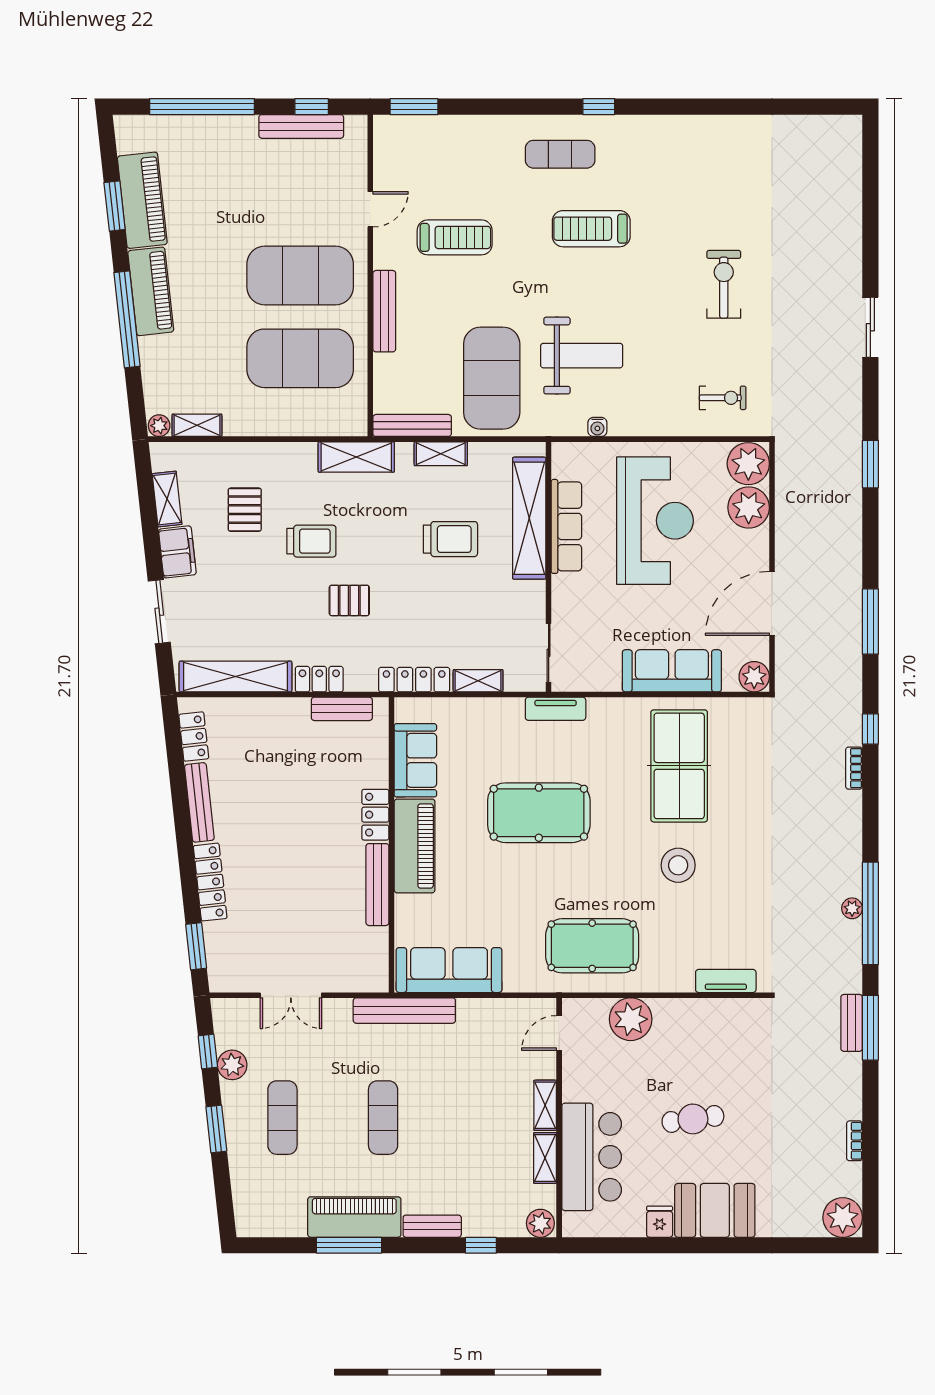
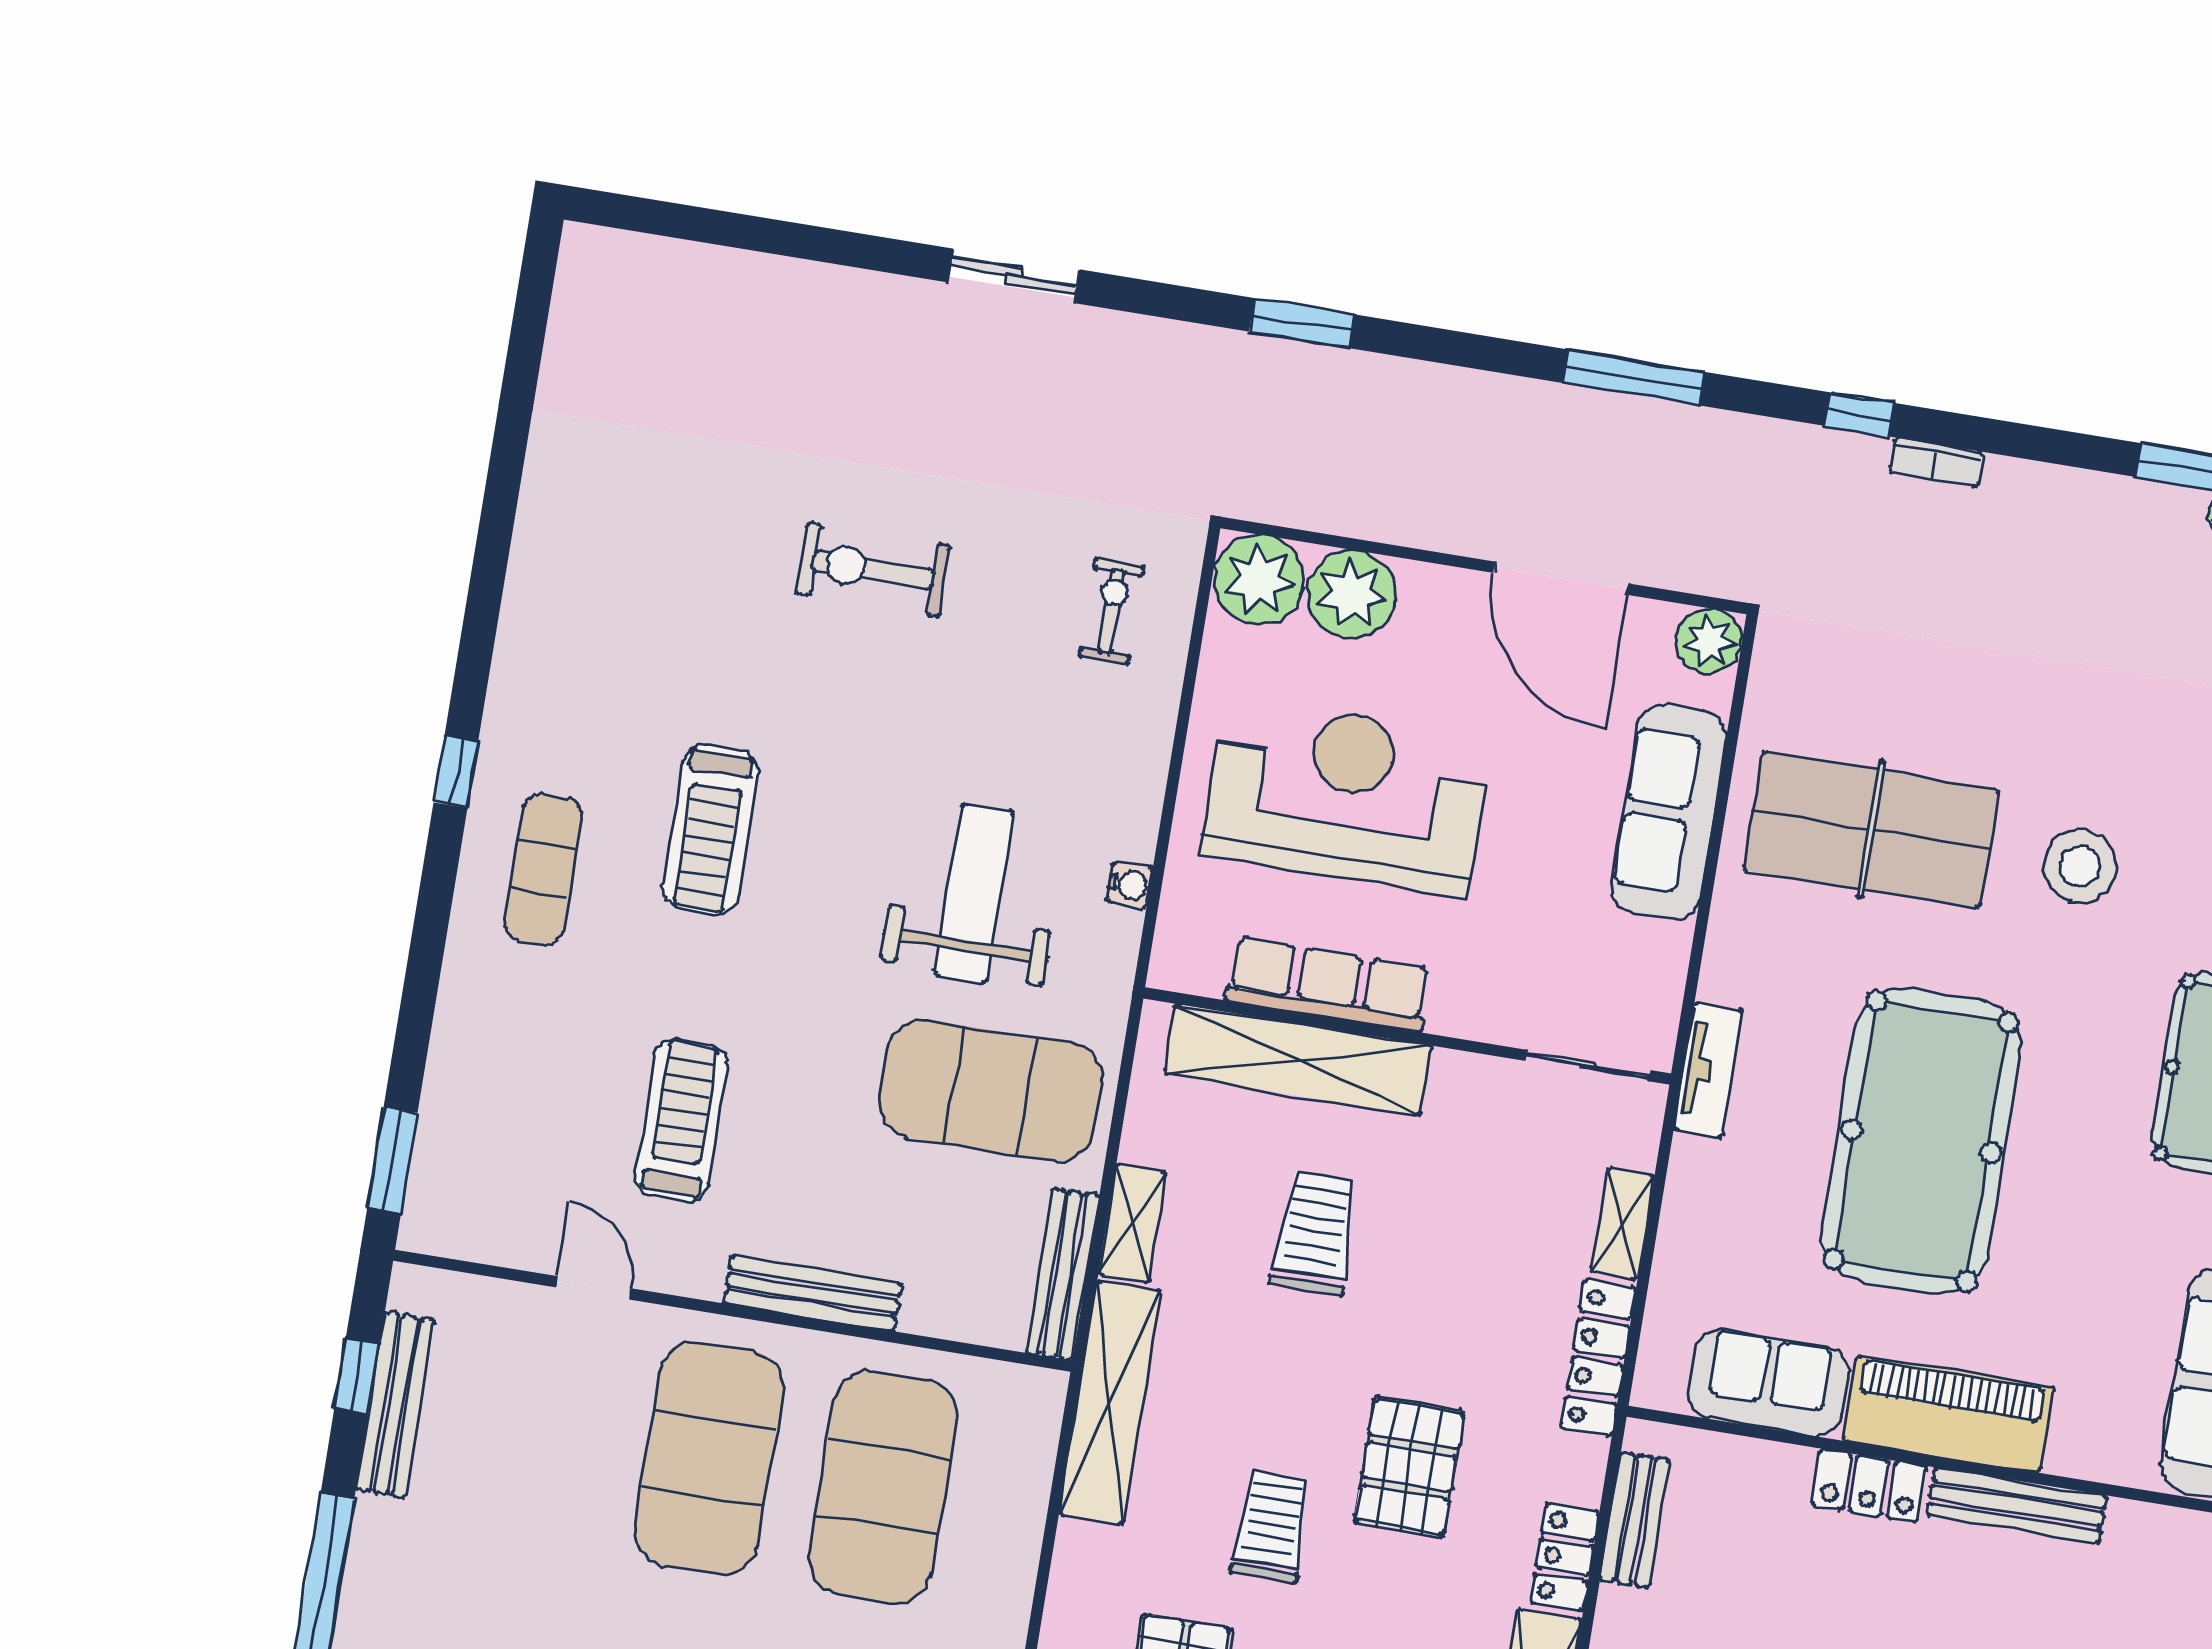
shelving: (356, 457) -> (1110, 1403), width x1.47
pallet: (349, 600) -> (1409, 1467), width x1.50, depth x1.42
pool table: (539, 813) -> (1921, 1141), width x1.36, depth x1.32

